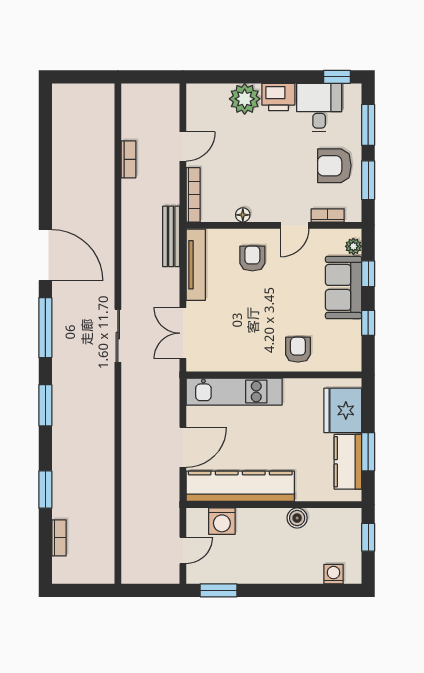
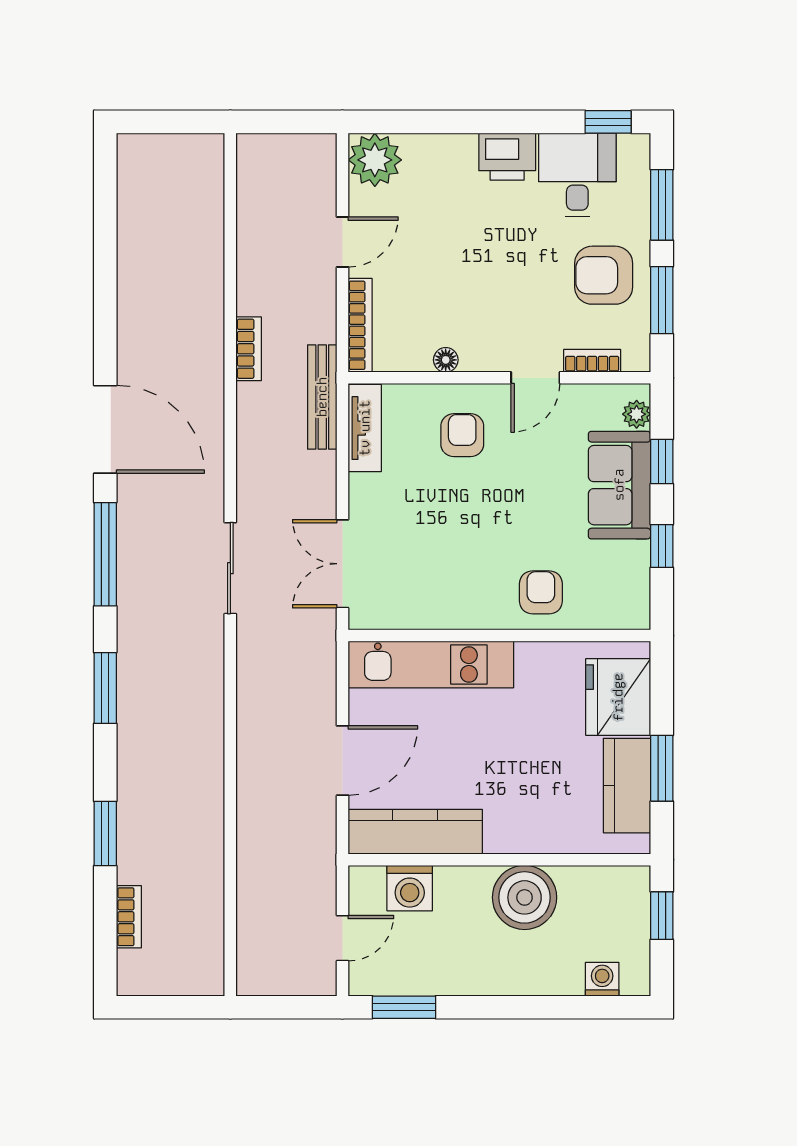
plant: (245, 99) -> (375, 160), moved
bookcase: (128, 159) -> (249, 349), moved
tv unit: (196, 265) -> (365, 428), width x0.71
kitchen counter: (240, 486) -> (415, 832), width x0.72, depth x0.86
boiler: (297, 518) -> (525, 897), width x1.86, depth x1.86

